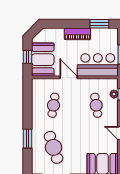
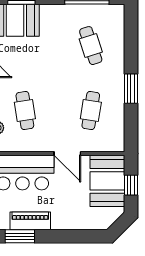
piano: (77, 34) -> (30, 221), moved
window: (27, 139) -> (131, 89), moved
cafe table: (53, 147) -> (91, 46), width x0.73, depth x0.74

